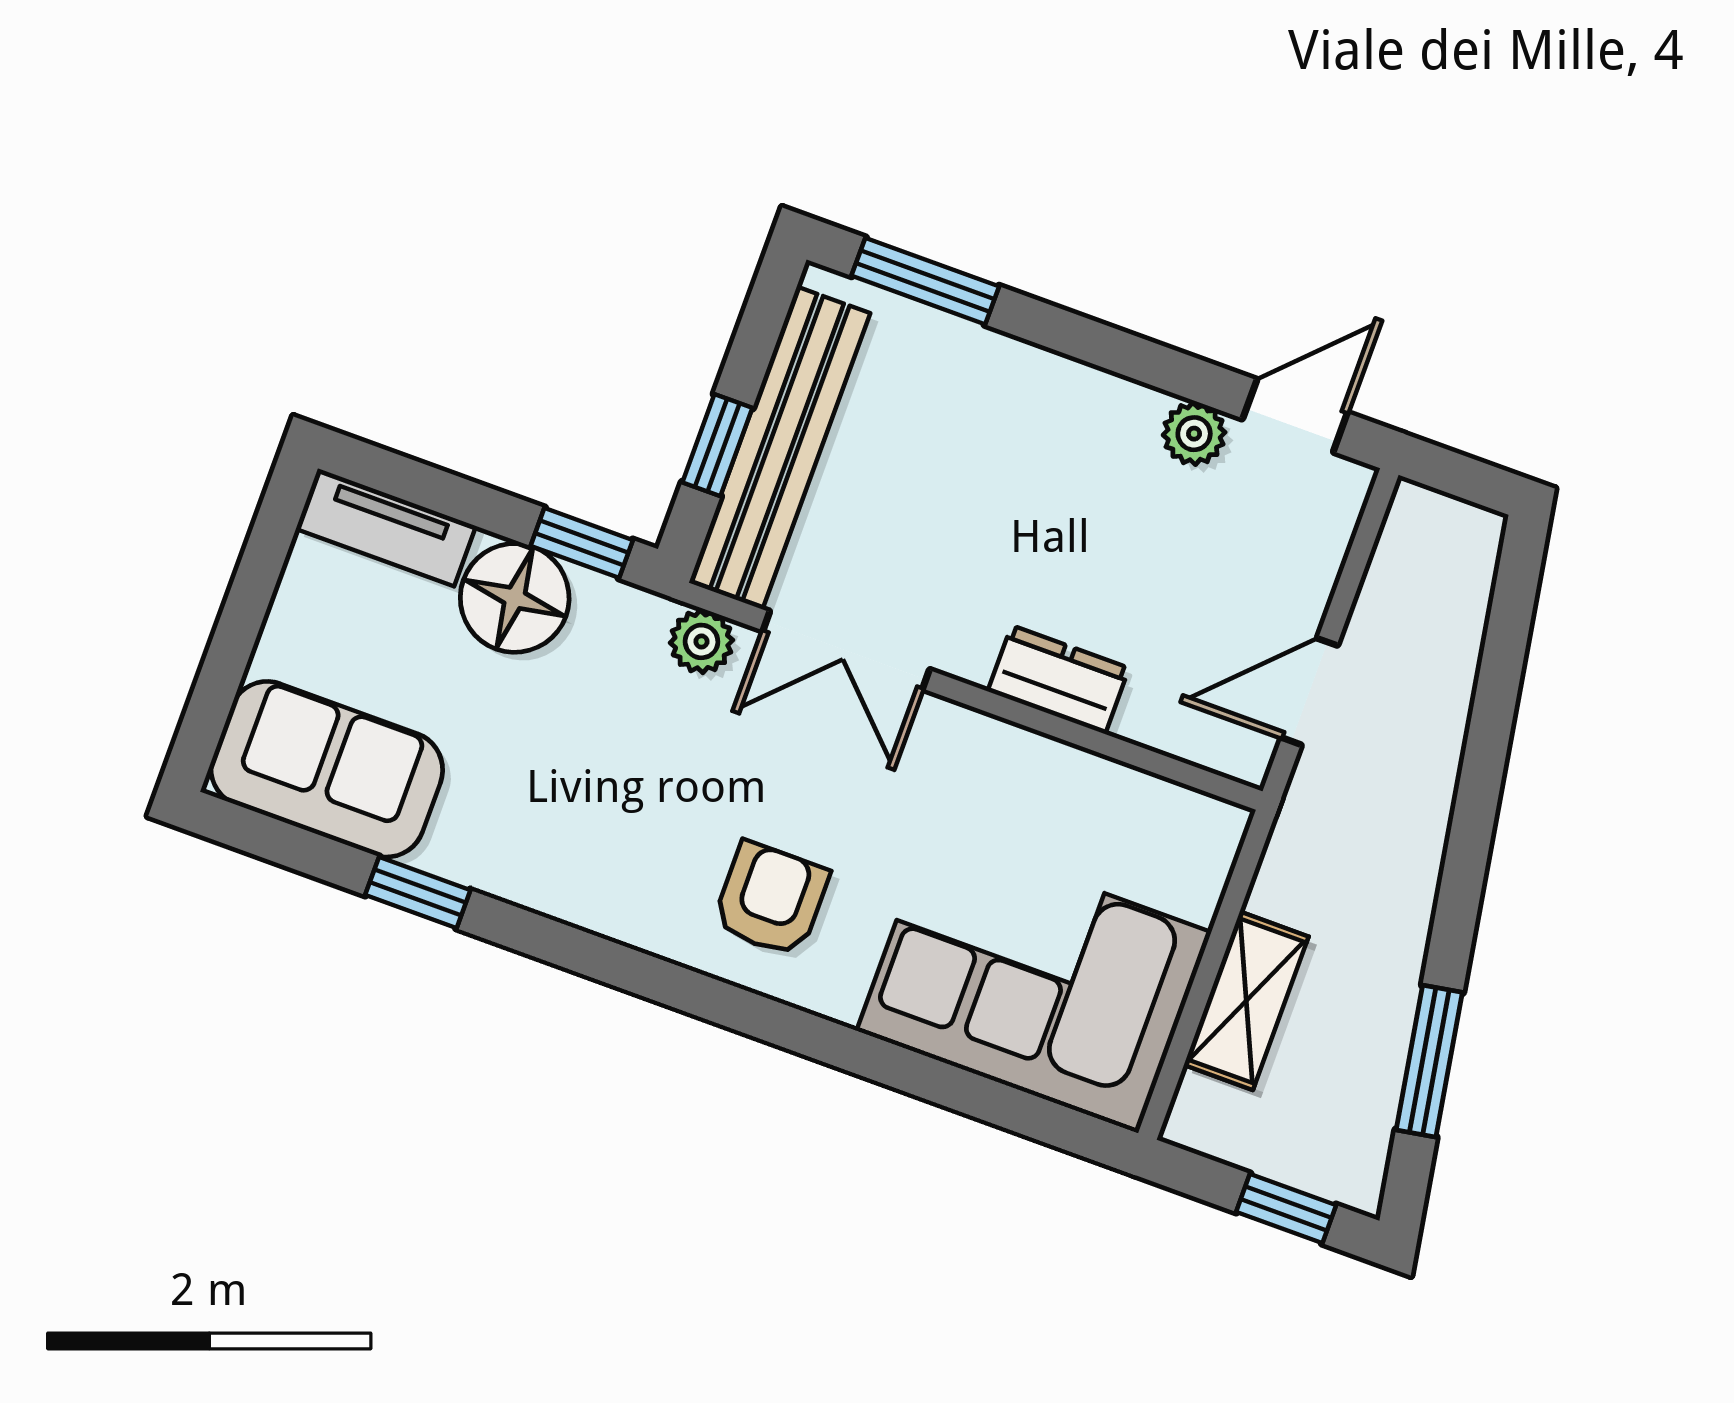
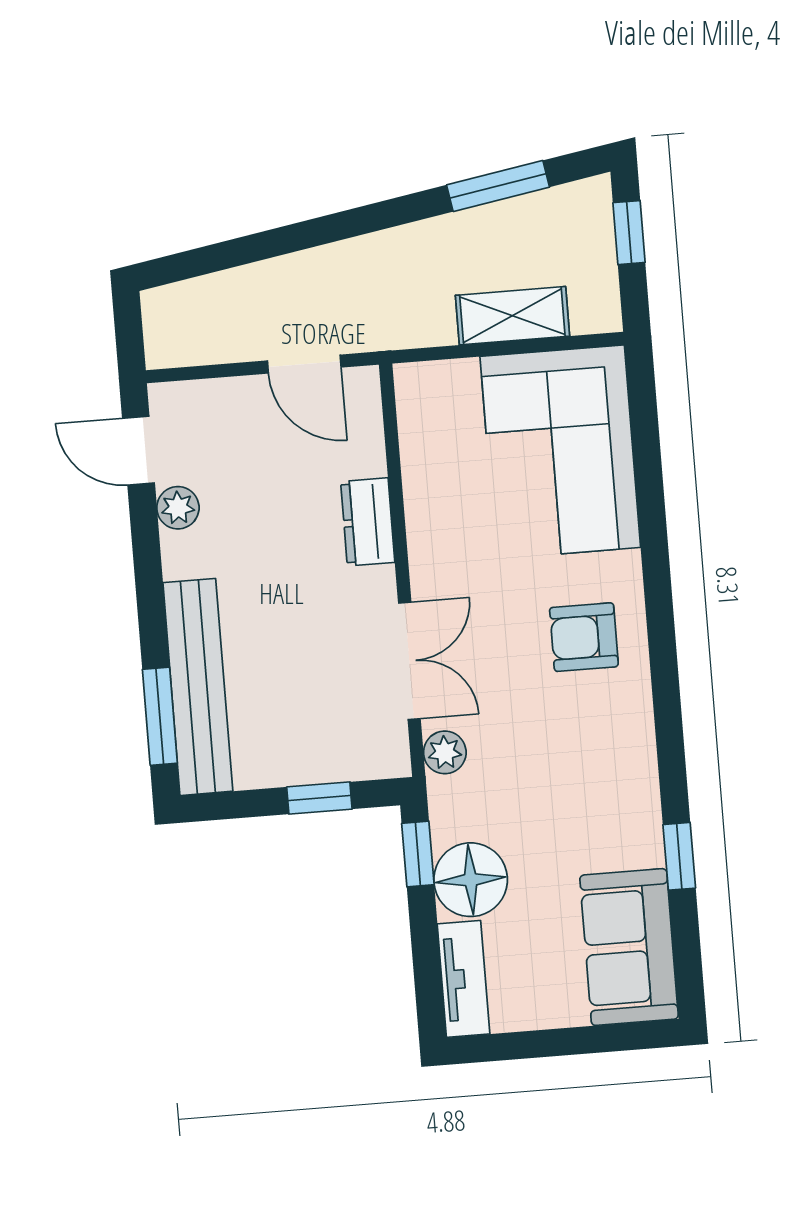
bench: (780, 448) -> (198, 687), moved, turned 90

